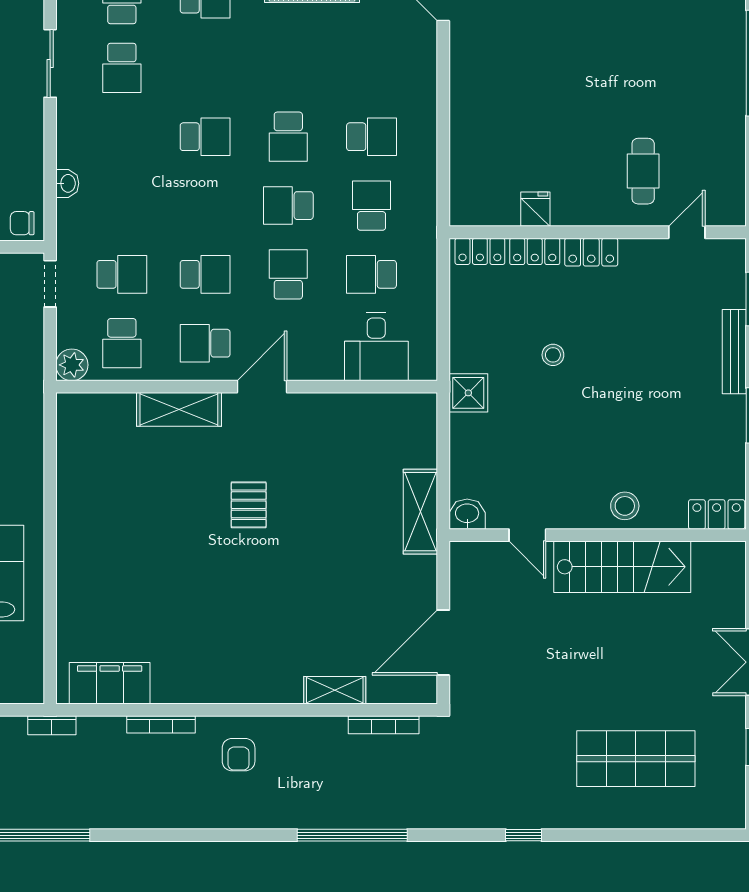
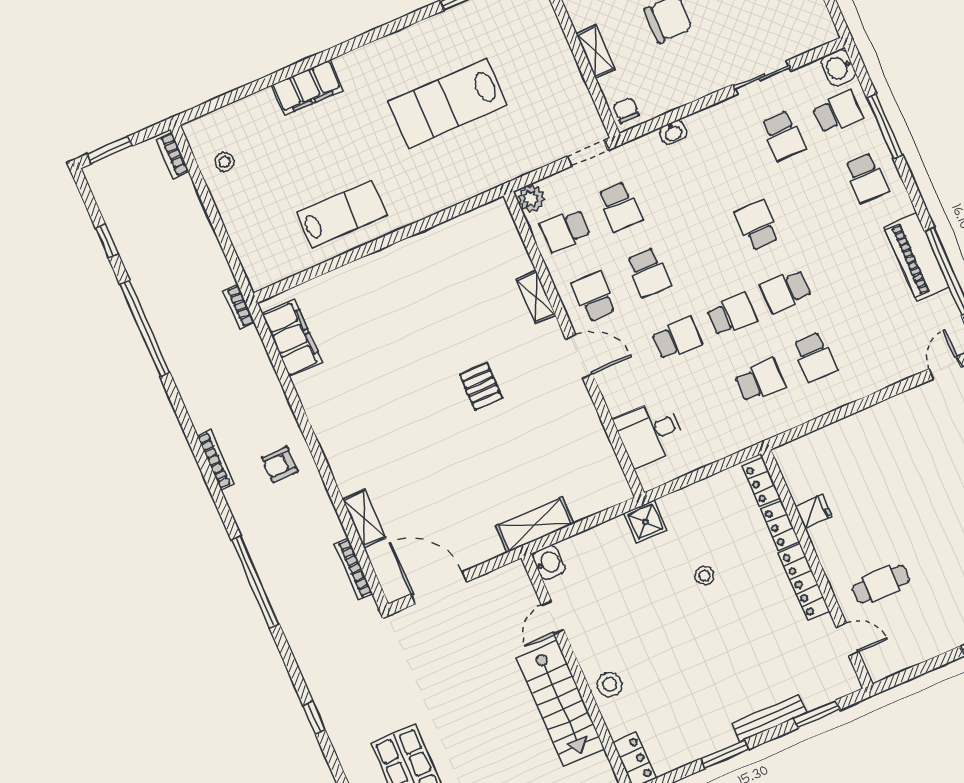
school desk: (122, 68) -> (783, 136), turned -90
school desk: (205, 137) -> (757, 225), turned 180
school desk: (288, 206) -> (732, 315), turned 90
locker: (591, 252) -> (804, 582), width x1.53
school desk: (372, 274) -> (706, 404), removed
shelving: (179, 409) -> (536, 297), width x0.67, depth x0.75
pallet: (249, 505) -> (481, 386), turned 90
bookcase: (161, 724) -> (216, 460), moved, turned 180

